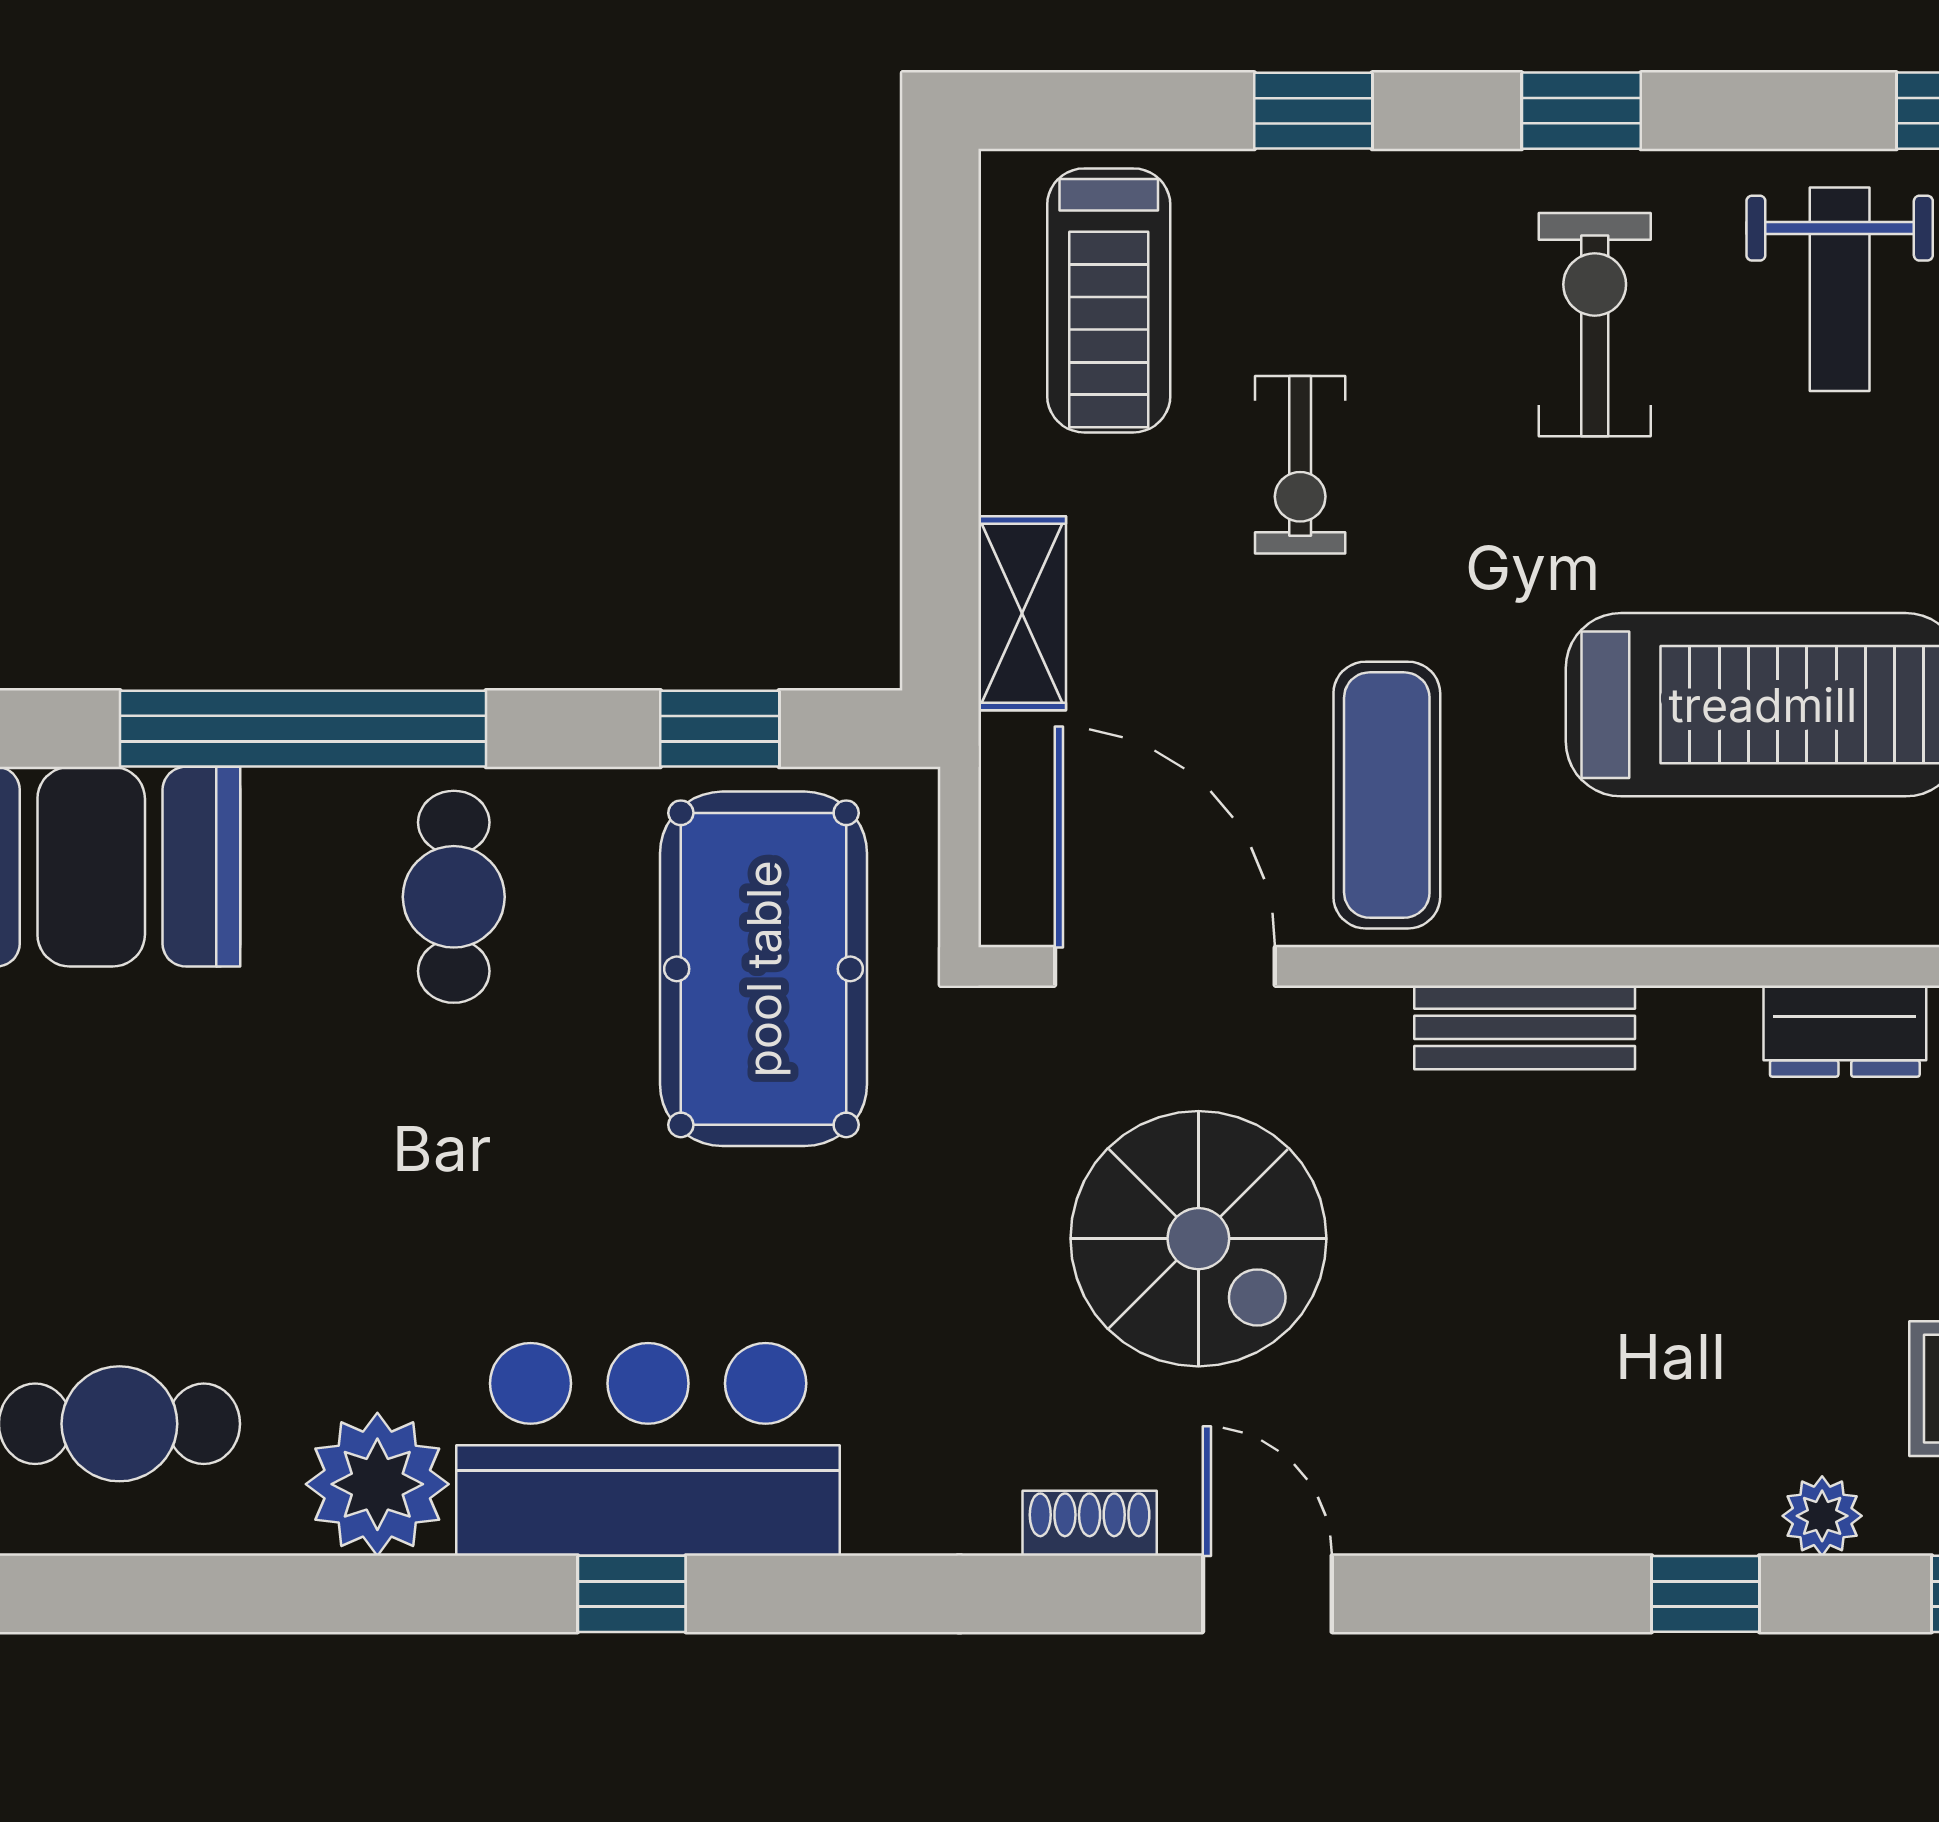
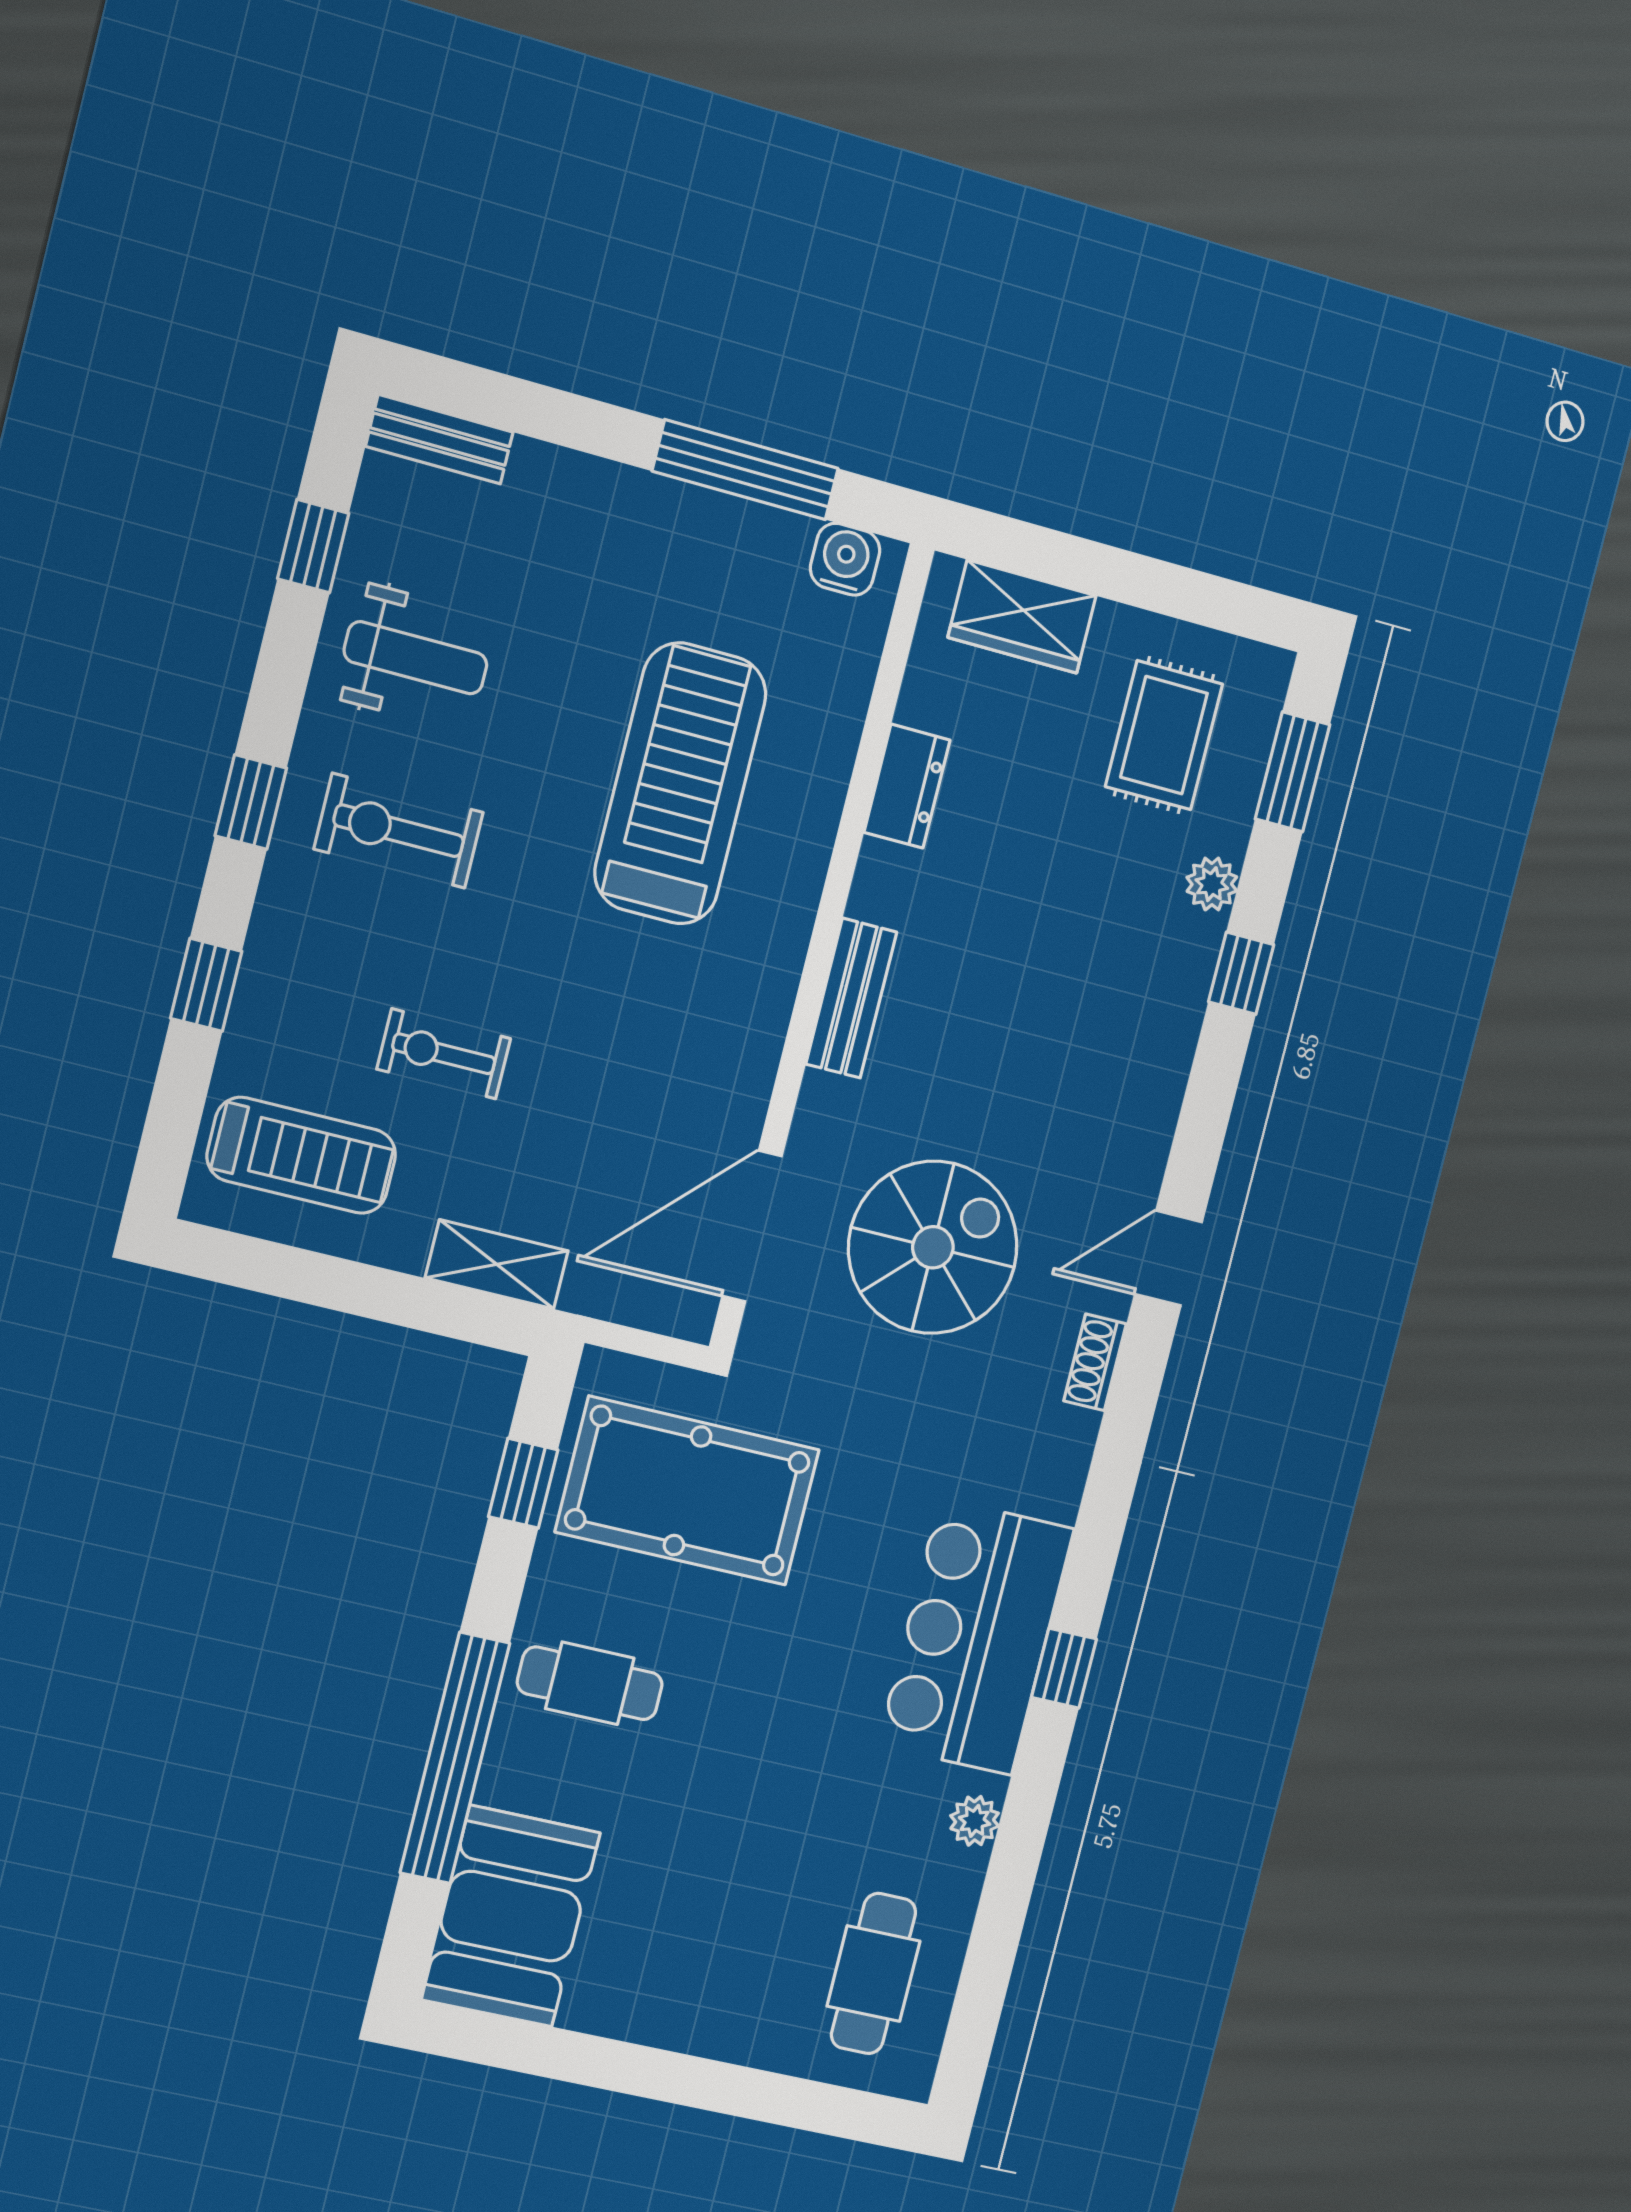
exercise bike: (1300, 465) -> (444, 1054), turned 180
exercise mat: (1387, 795) -> (677, 1051), removed
plant: (377, 1484) -> (975, 1821), width x0.53, depth x0.53

